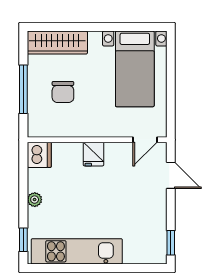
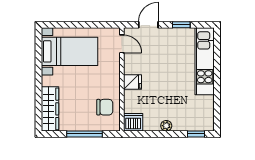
chair: (63, 92) -> (105, 107), moved
window: (171, 243) -> (181, 25), moved
kitchen unit: (77, 251) -> (205, 61), moved

